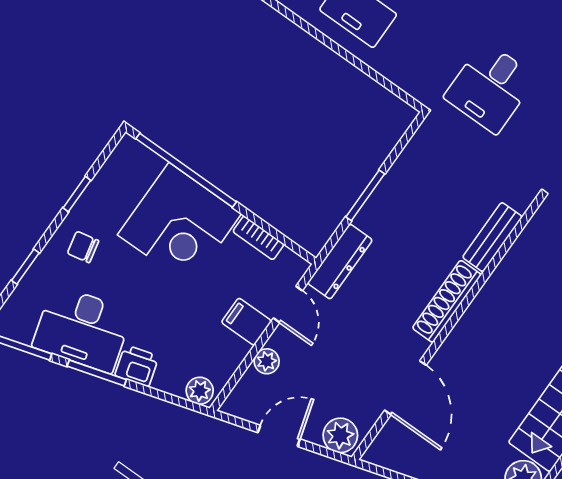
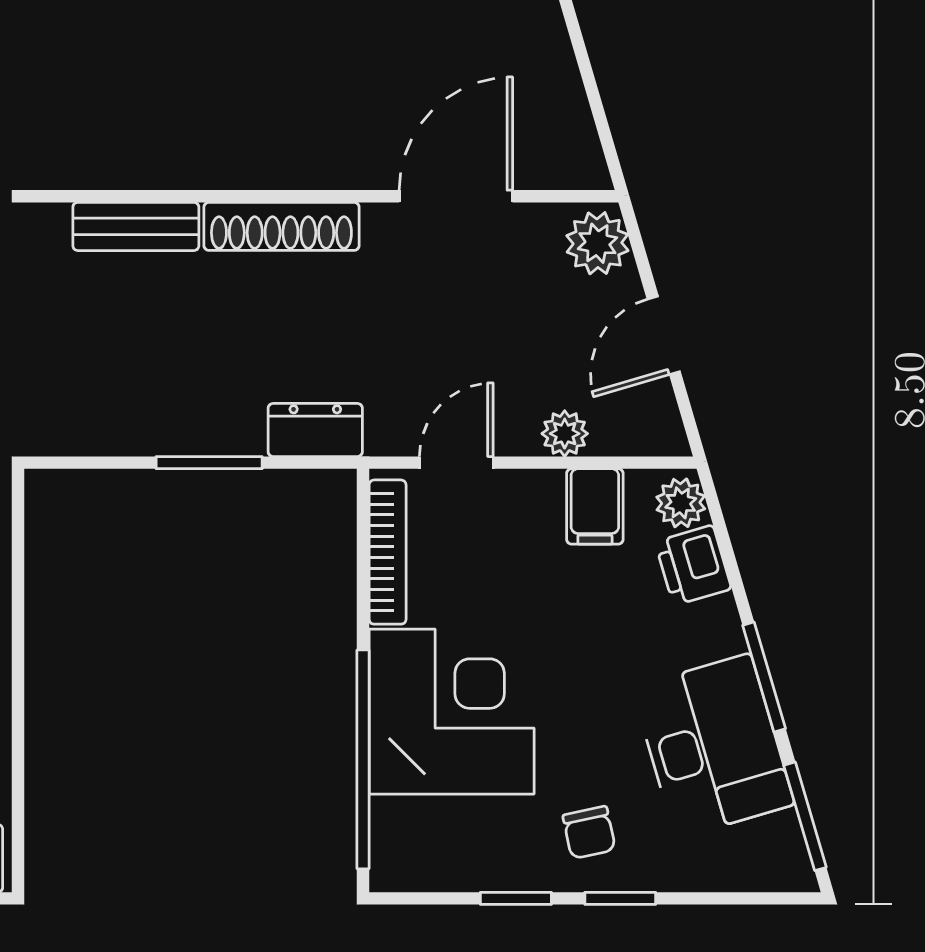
bookcase: (258, 238) -> (388, 552), width x1.56
dresser: (340, 262) -> (315, 430), width x0.70
window: (25, 267) -> (620, 898), moved
filing cabinet: (246, 322) -> (595, 506), moved
printer: (137, 366) -> (693, 565), moved
door: (279, 436) -> (664, 335), hinge flipped

